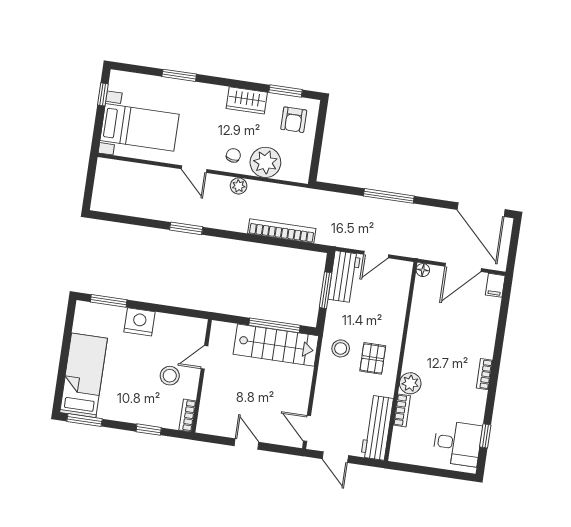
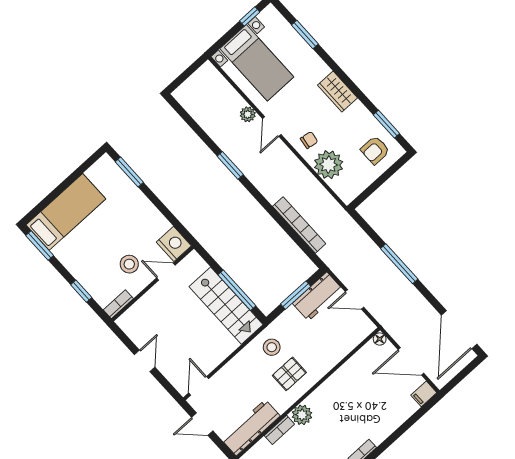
window: (179, 75) -> (305, 34), moved
wardrobe: (247, 100) -> (338, 92), moved
plant: (239, 186) -> (248, 114), moved
nightstand: (140, 322) -> (174, 244), moved
door: (335, 457) -> (202, 424), hinge flipped

